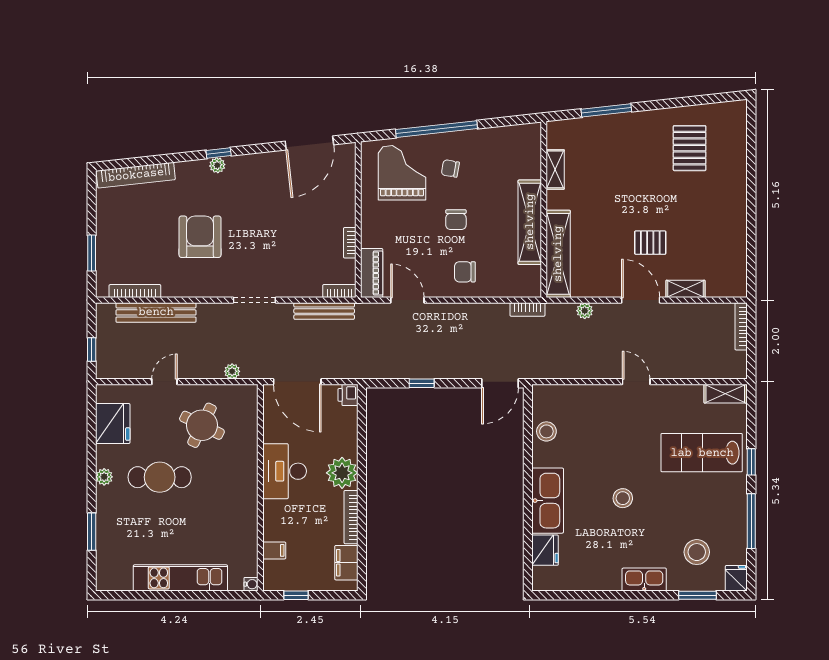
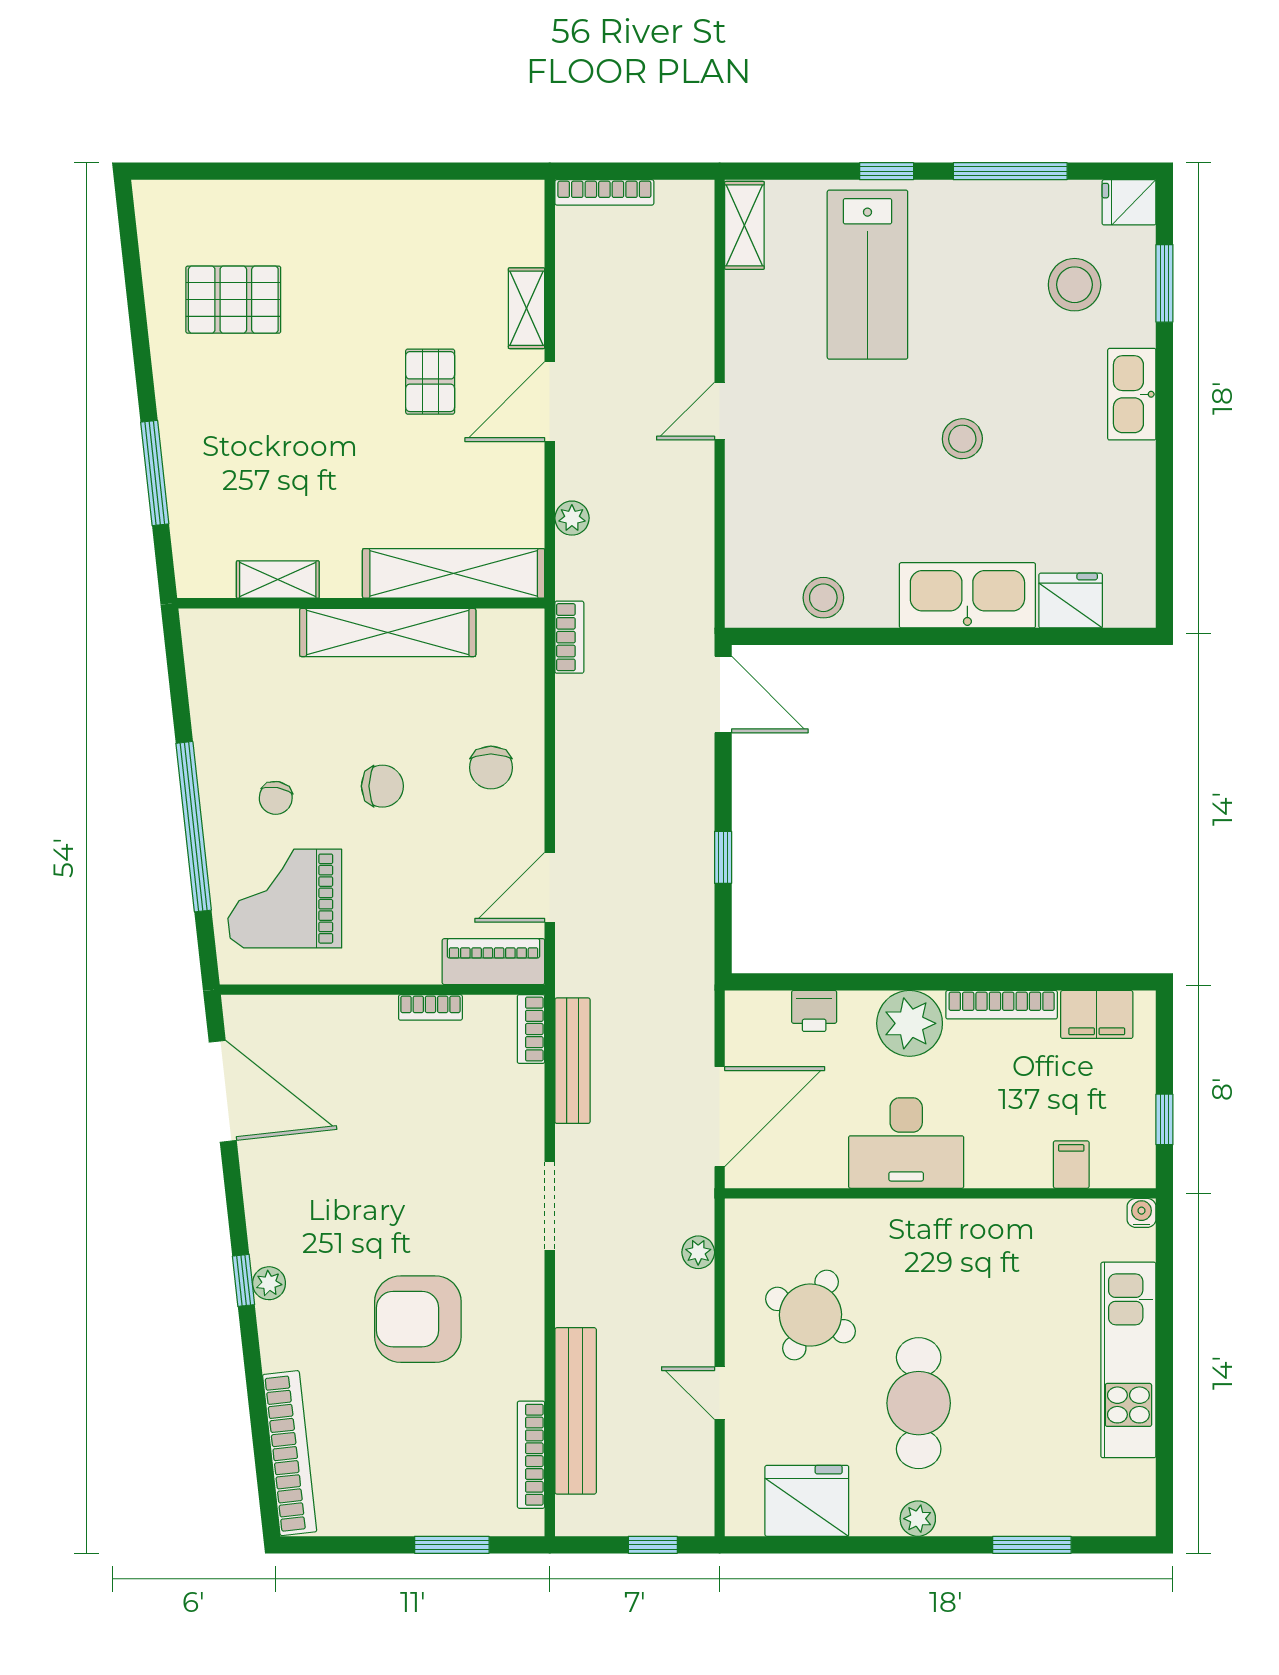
printer: (348, 395) -> (814, 1011), moved

